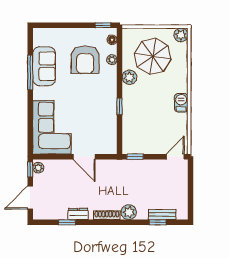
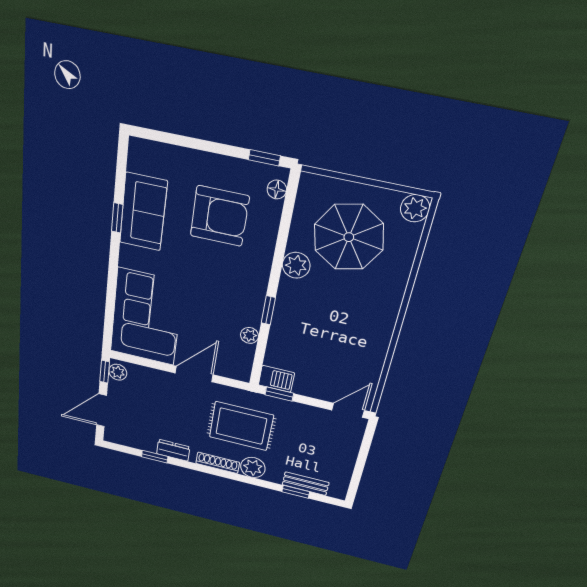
armchair: (85, 60) -> (220, 216), turned -90
plant: (112, 60) -> (249, 335), moved
window: (30, 73) -> (117, 218), width x0.46
barbecue: (181, 103) -> (276, 379), moved, turned 90
door: (84, 157) -> (194, 374), swing flipped
rug: (117, 185) -> (241, 426), added

